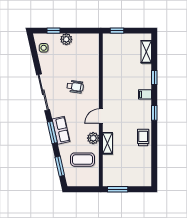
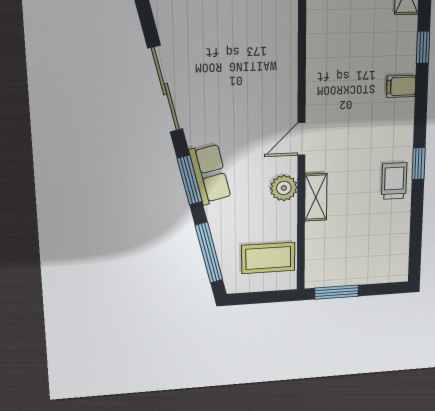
wheelchair: (75, 87) -> (241, 74), removed
window: (154, 113) -> (419, 164), moved
coffee table: (82, 160) -> (268, 258), moved
window: (60, 166) -> (209, 253), width x1.44

